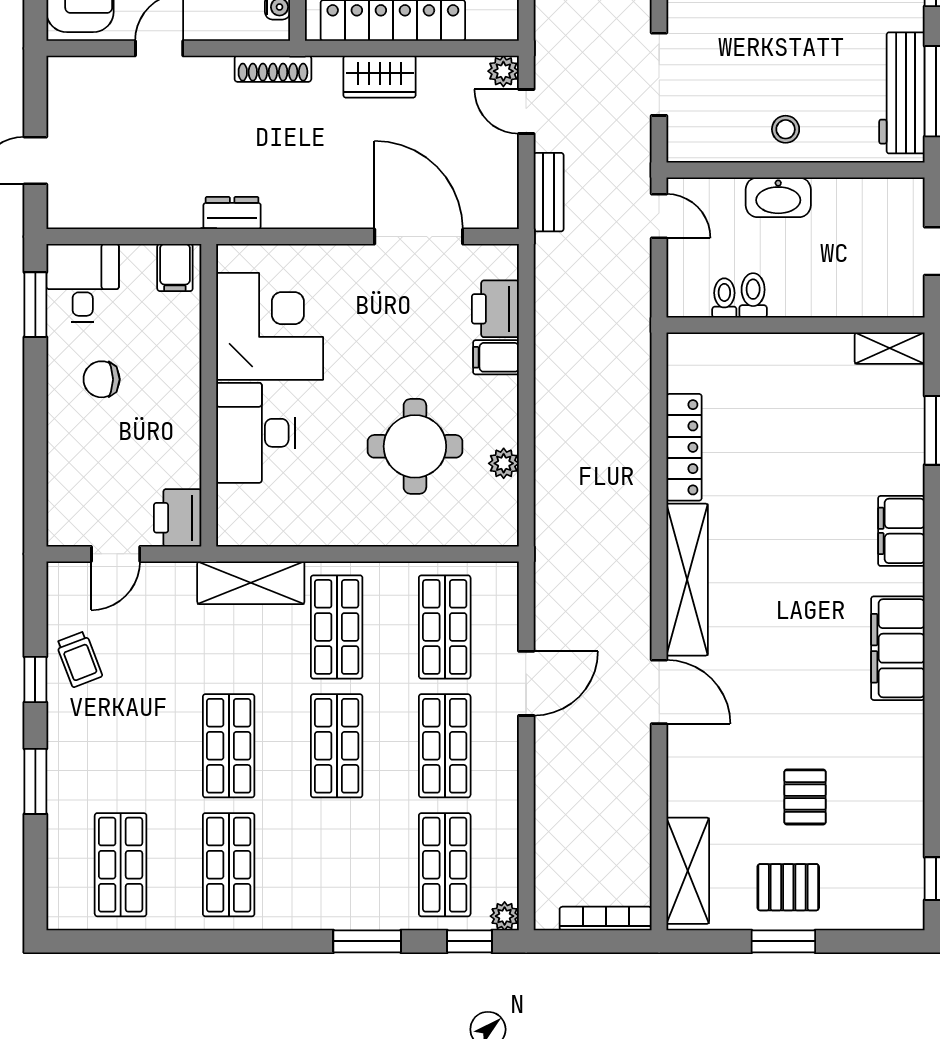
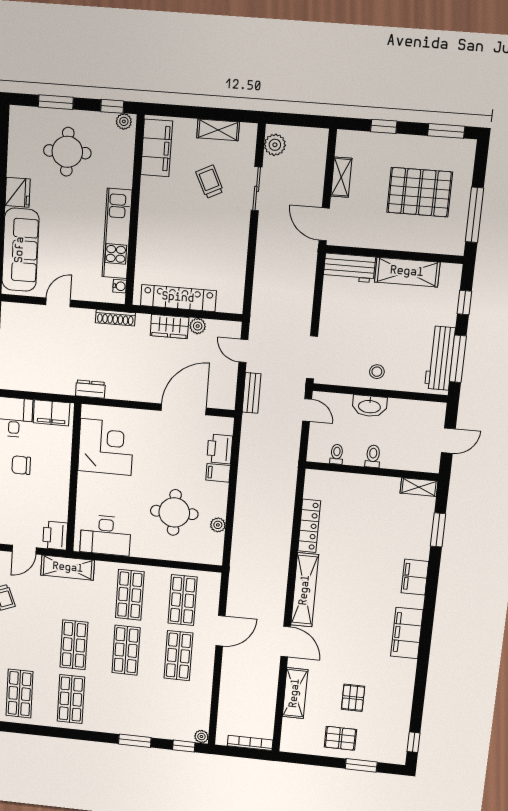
plant: (503, 71) -> (198, 326), moved
doorway: (659, 74) -> (312, 357), moved
door: (419, 237) -> (184, 409), hinge flipped
filing cabinet: (175, 268) -> (51, 413), width x2.00
toilet: (753, 295) -> (373, 456), moved
desk: (255, 433) -> (106, 535), moved, turned -90
shelving: (251, 583) -> (68, 568), moved
shop shelf: (445, 865) -> (174, 710), removed
shelving: (688, 871) -> (295, 693), moved
window: (783, 941) -> (361, 765), moved

